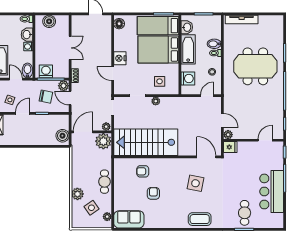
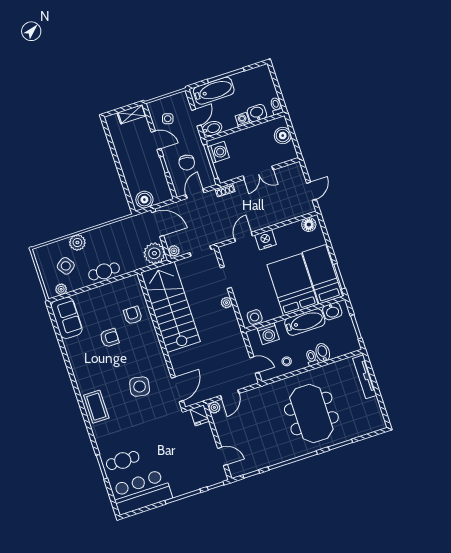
side table: (160, 81) -> (255, 317), moved
plant: (64, 86) -> (208, 180), removed
bar counter: (272, 191) -> (141, 492), moved

